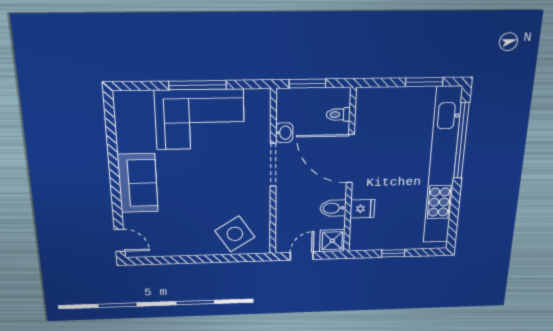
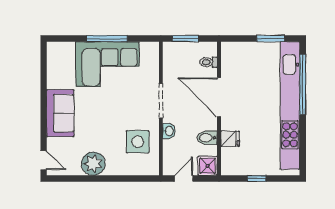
washbasin: (284, 133) -> (169, 131), moved
side table: (235, 234) -> (138, 142), moved, turned 33
plant: (185, 243) -> (93, 164), added

